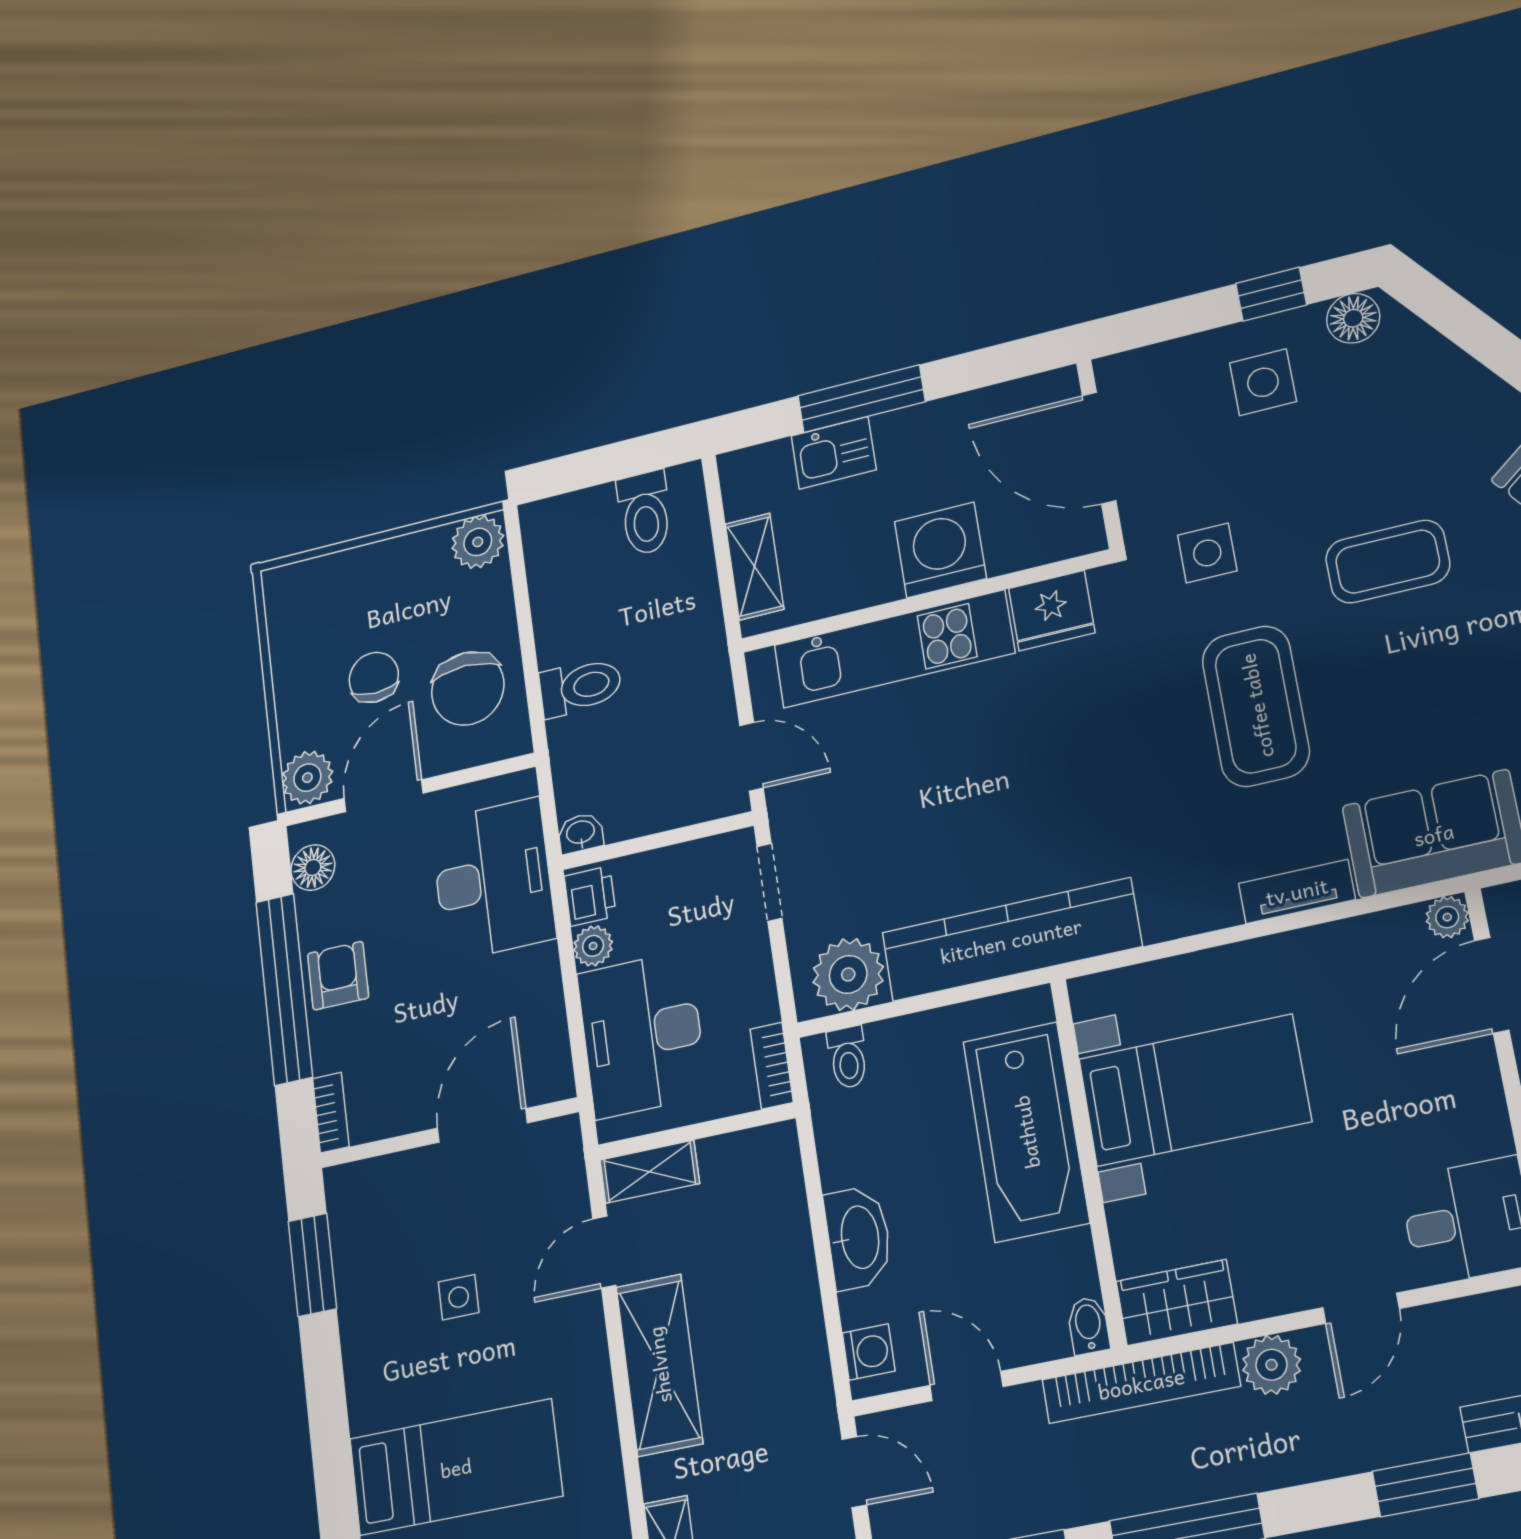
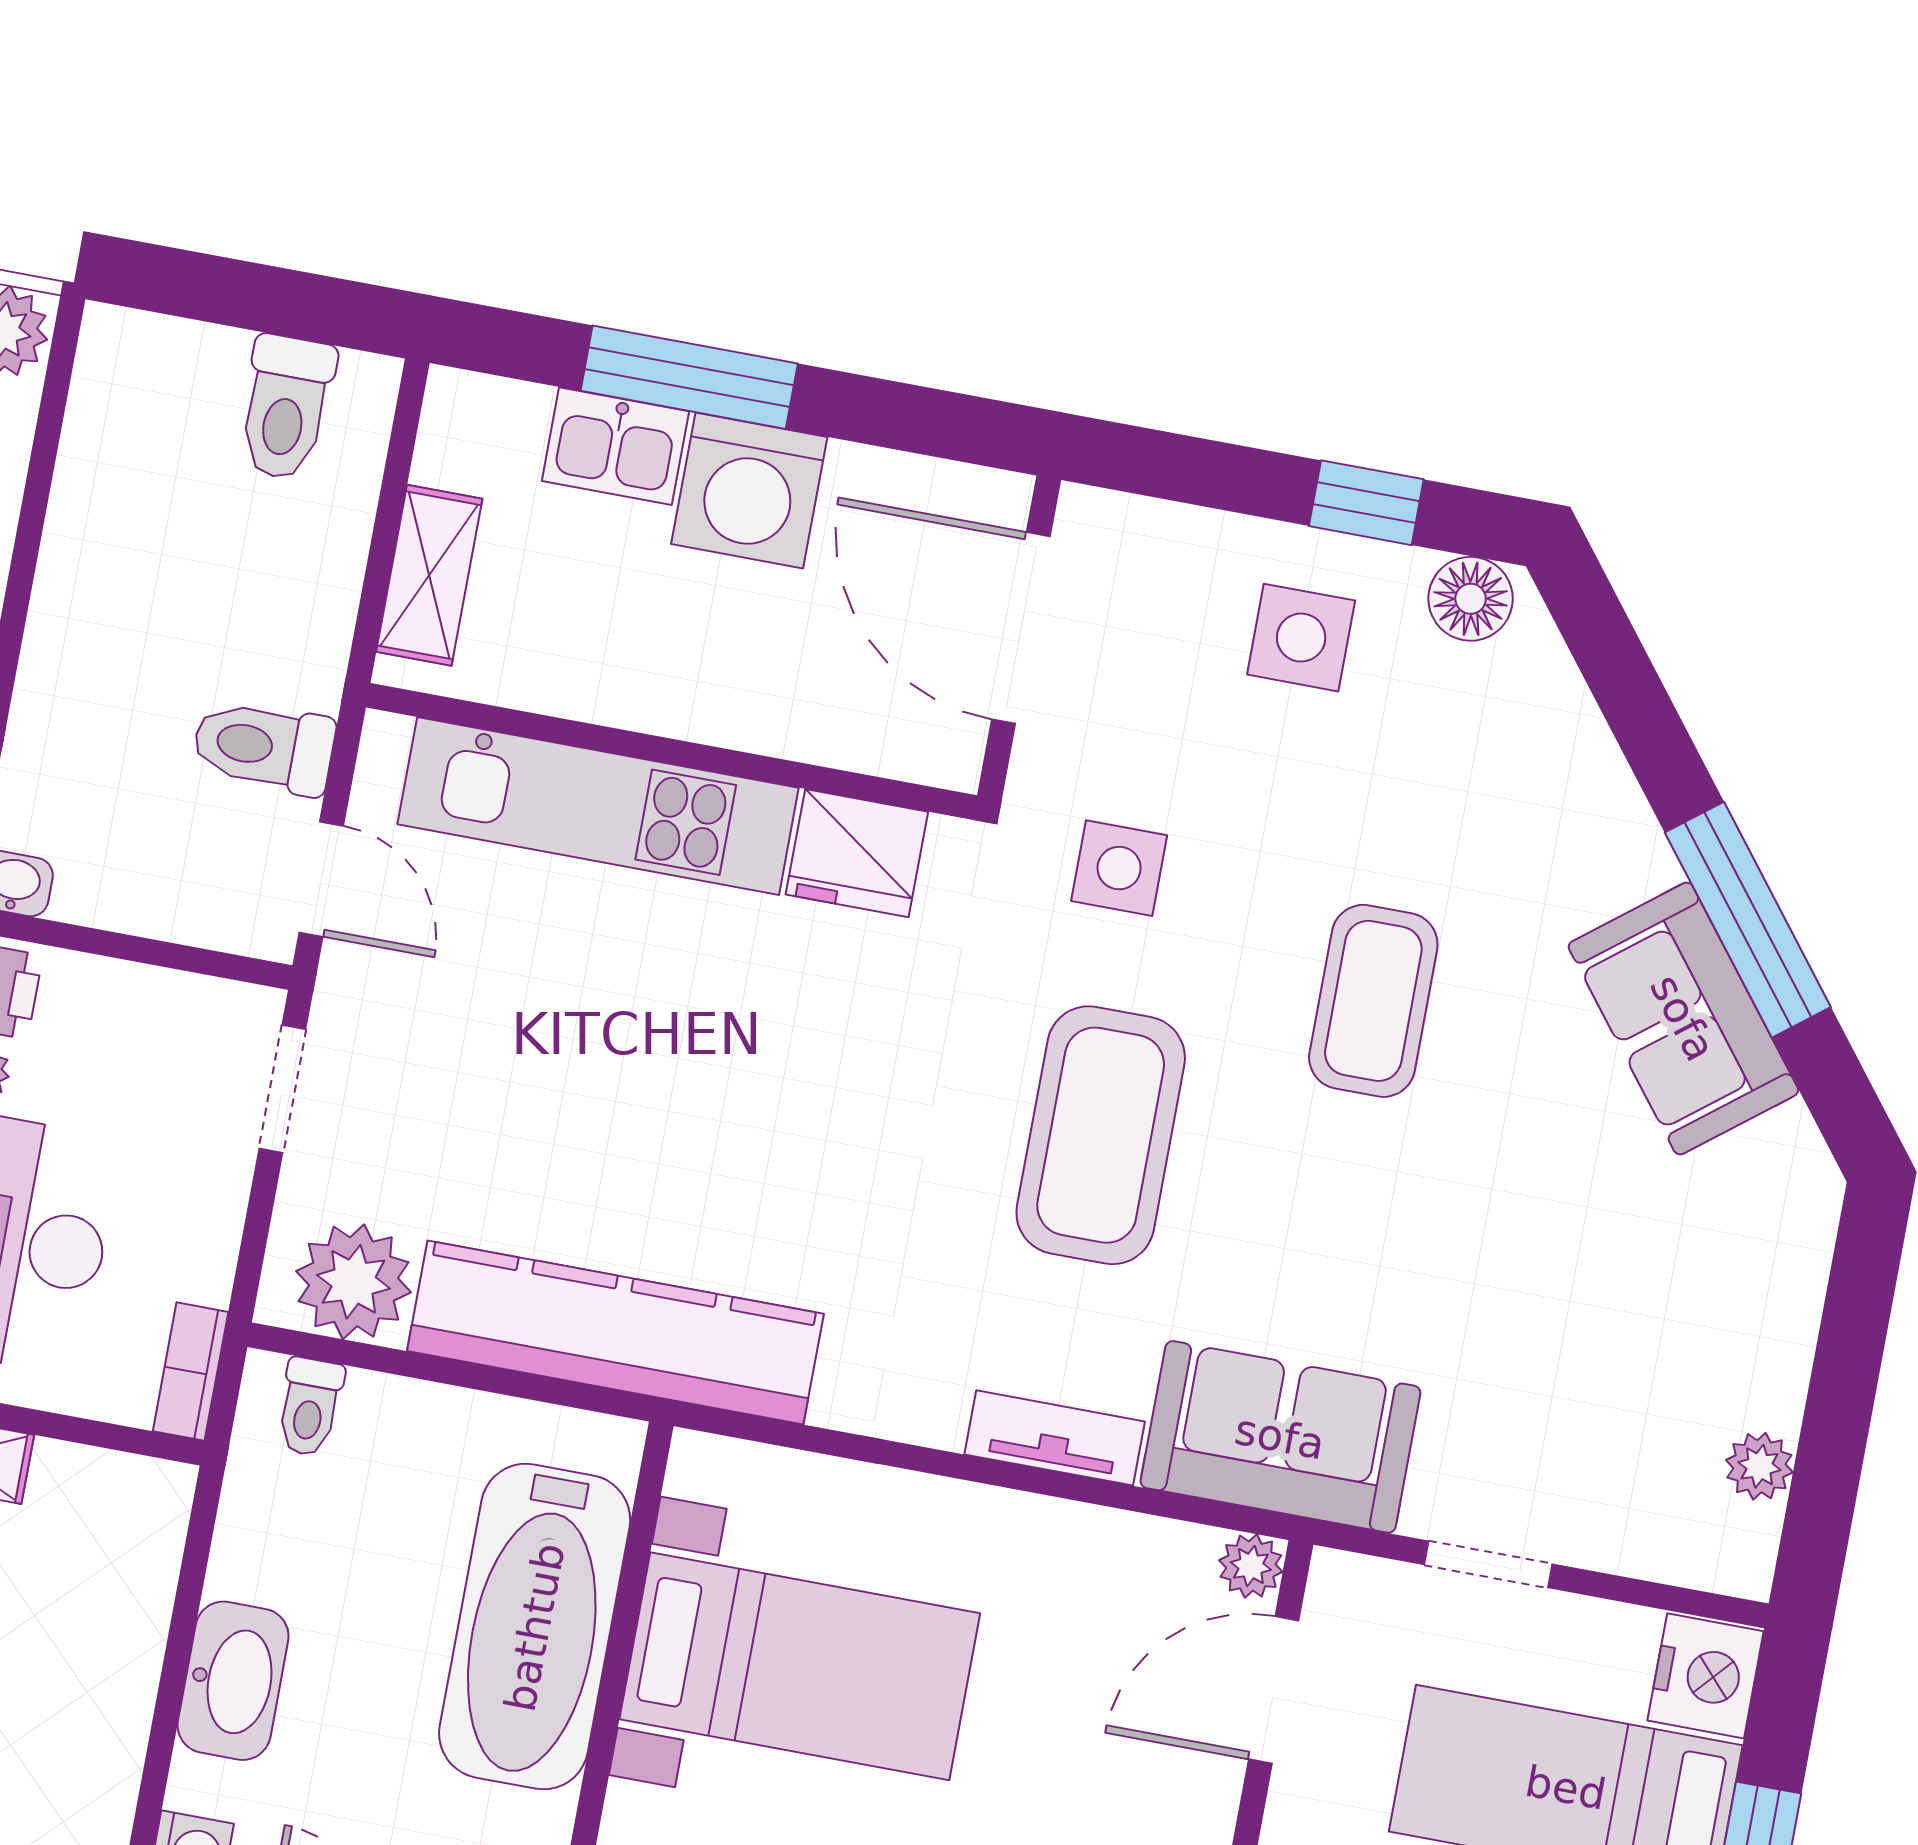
washing machine: (940, 550) -> (749, 490), moved, turned 180
coffee table: (1388, 562) -> (1373, 1001), turned 90
toilet: (580, 687) -> (264, 747), moved, turned 180

